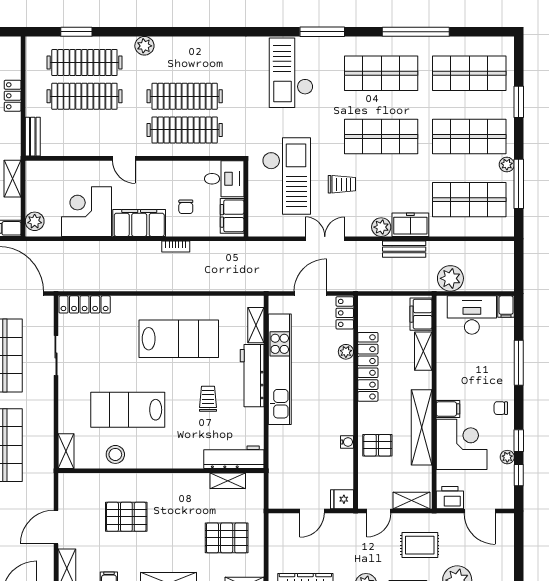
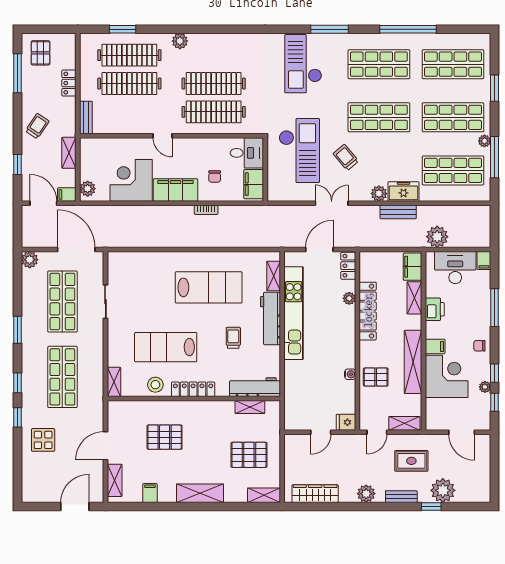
trolley: (342, 184) -> (346, 157), turned -130
locker: (85, 304) -> (193, 389), moved, turned 180
printer: (450, 498) -> (435, 309), moved, turned 90

